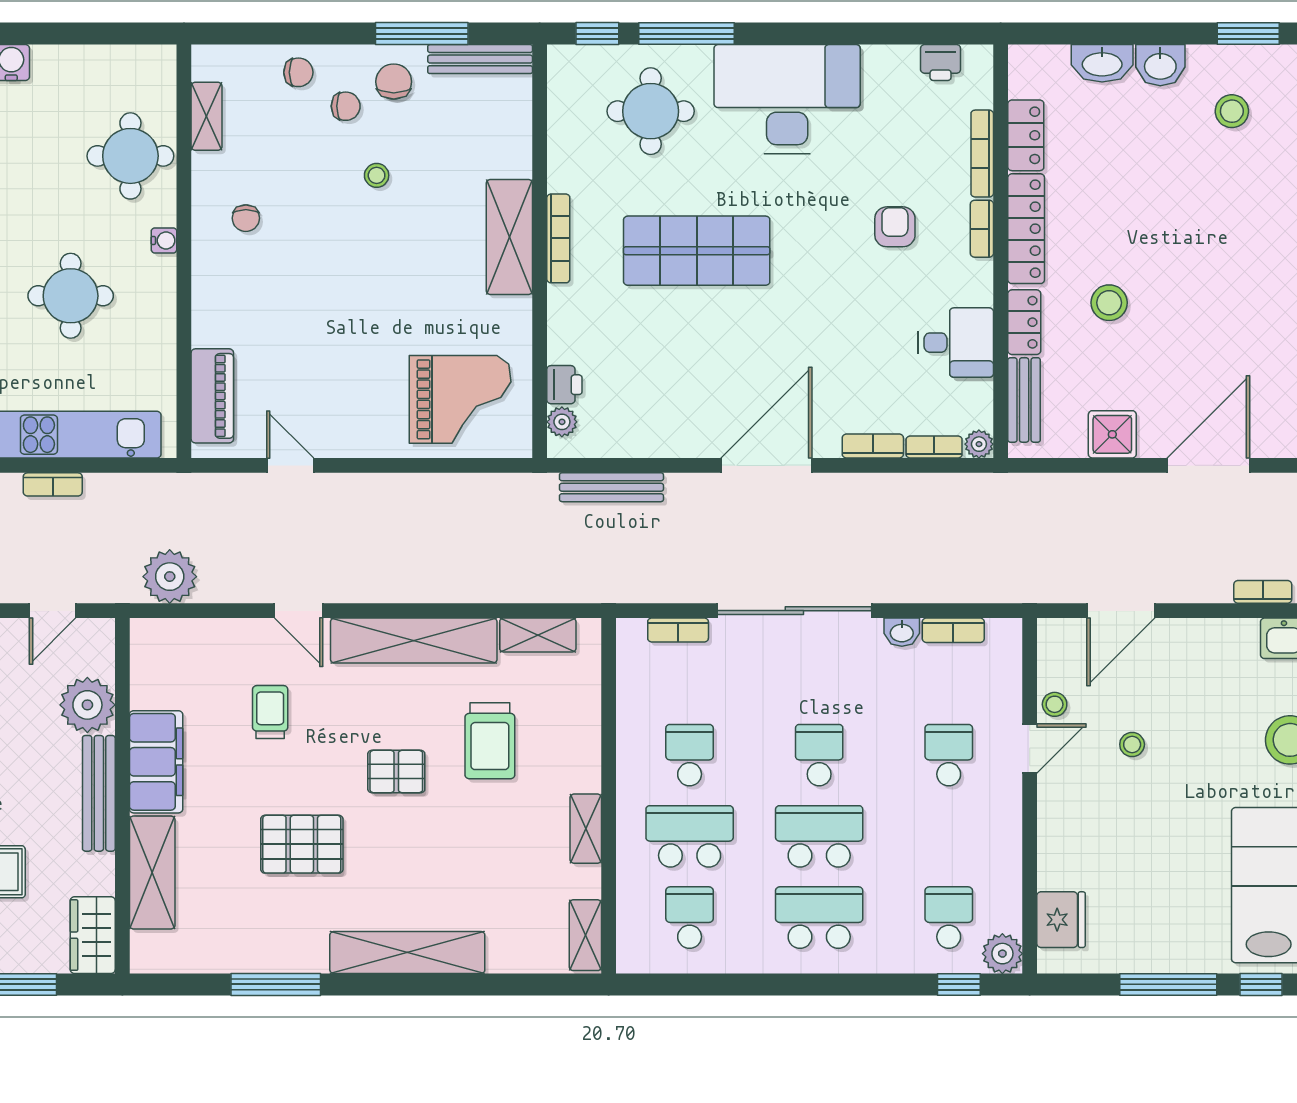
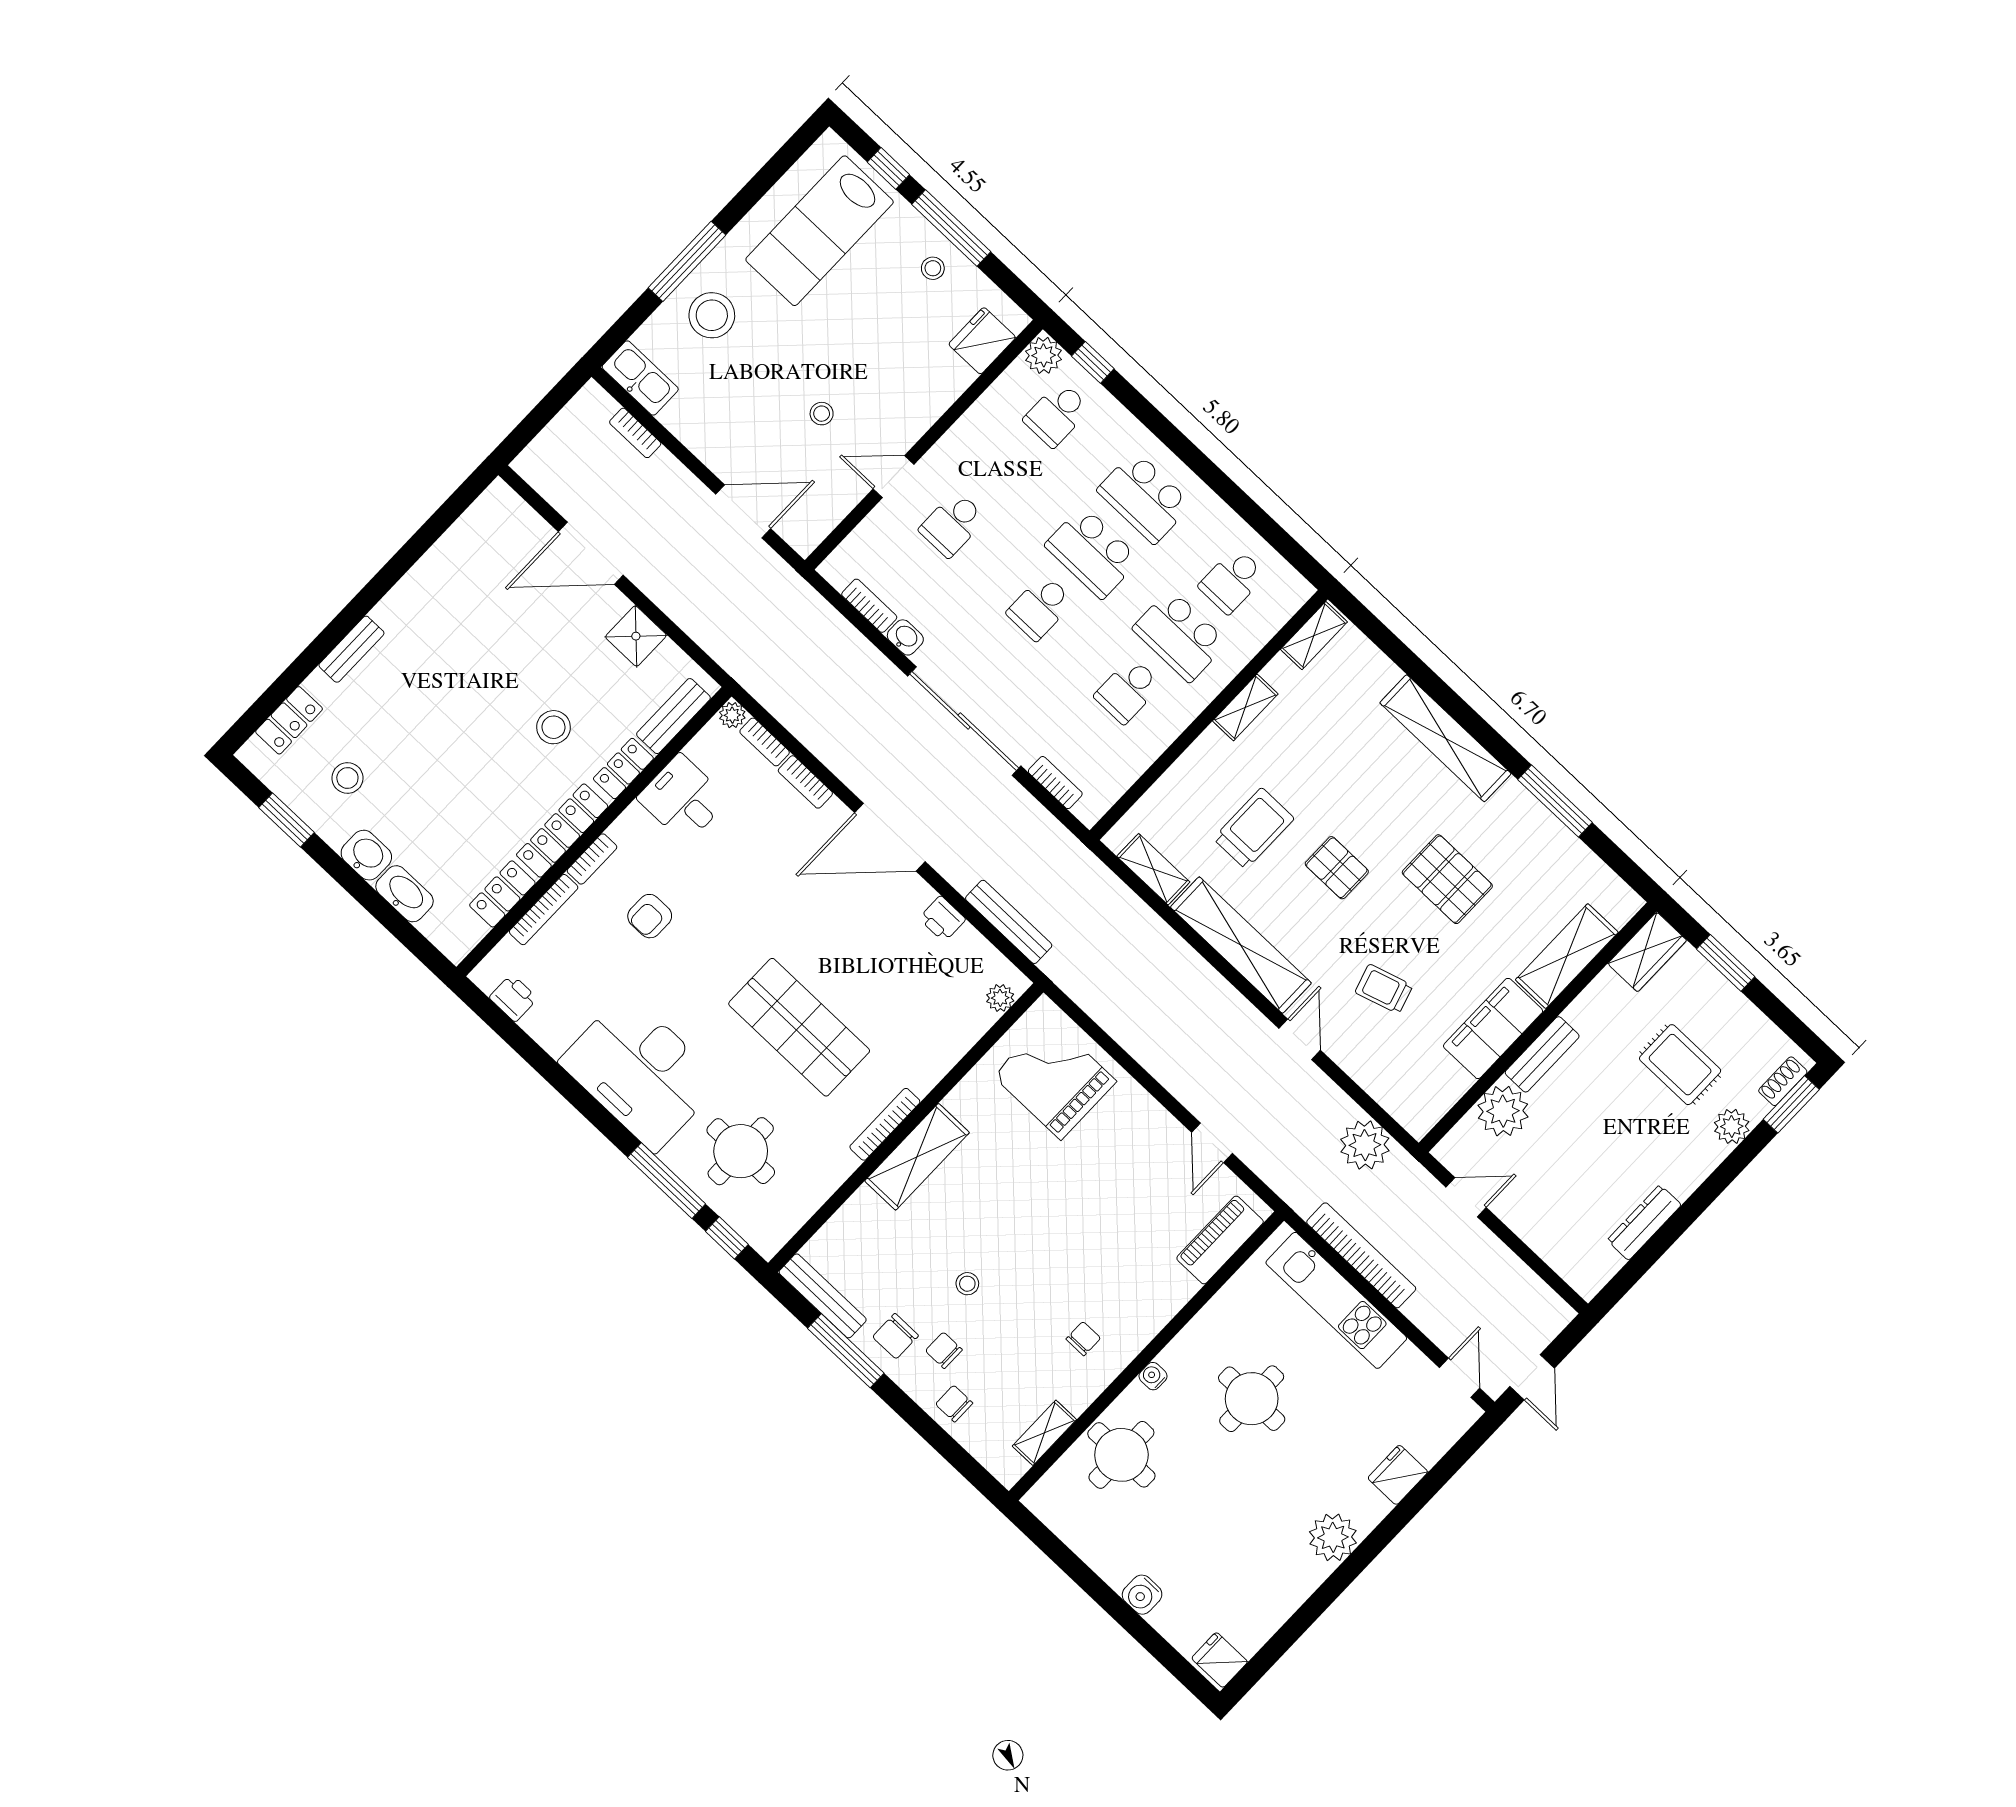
printer: (564, 385) -> (942, 919), moved, turned -90
bookcase: (53, 484) -> (1361, 1255), width x2.31, depth x1.31
stool: (1055, 704) -> (933, 268), moved
trolley: (270, 712) -> (1384, 989), turned 73
bench: (99, 793) -> (1542, 1054), width x0.73

